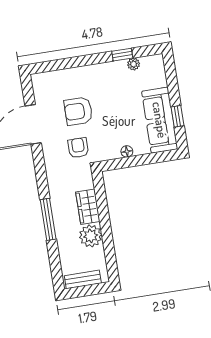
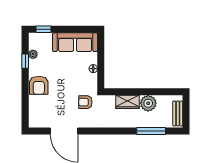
armchair: (78, 111) -> (39, 85), moved
window: (178, 116) -> (43, 29), moved
window: (48, 219) -> (151, 131), moved

